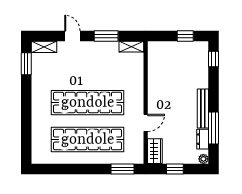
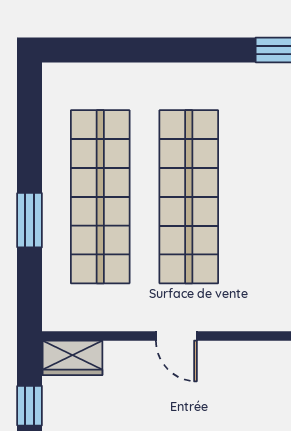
door: (146, 123) -> (176, 336), moved
window: (122, 169) -> (30, 220), moved

